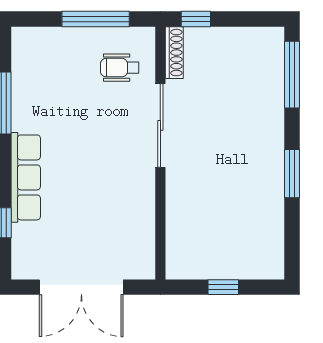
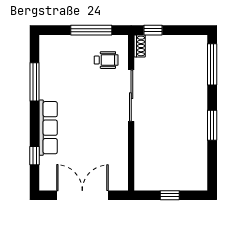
shoe rack: (174, 53) -> (140, 46), width x0.70
wheelchair: (120, 68) -> (106, 60), turned 180
double door: (81, 287) -> (82, 195), swing flipped

